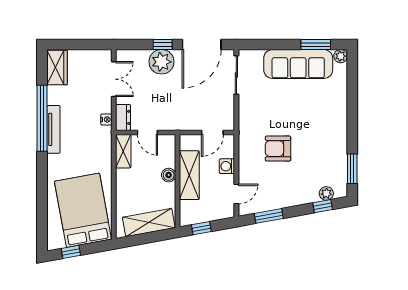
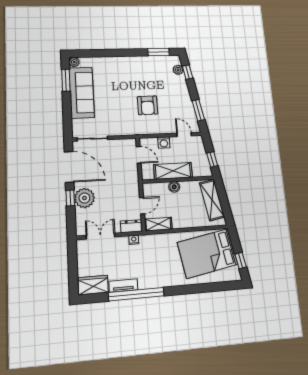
tv unit: (53, 129) -> (123, 285), moved, width x0.71

